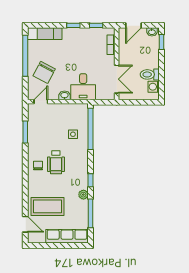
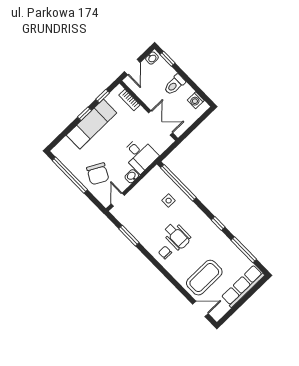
exam couch: (45, 34) -> (92, 124), moved, width x1.36, depth x1.45
toilet: (150, 74) -> (175, 85), moved
plant: (83, 195) -> (224, 240), removed

